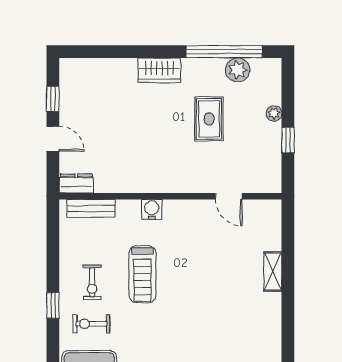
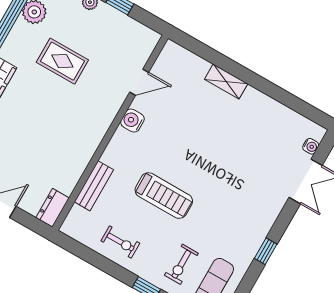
bench: (91, 208) -> (94, 186), moved
water cooler: (152, 209) -> (132, 121), moved
exercise bike: (92, 282) -> (120, 242), moved

